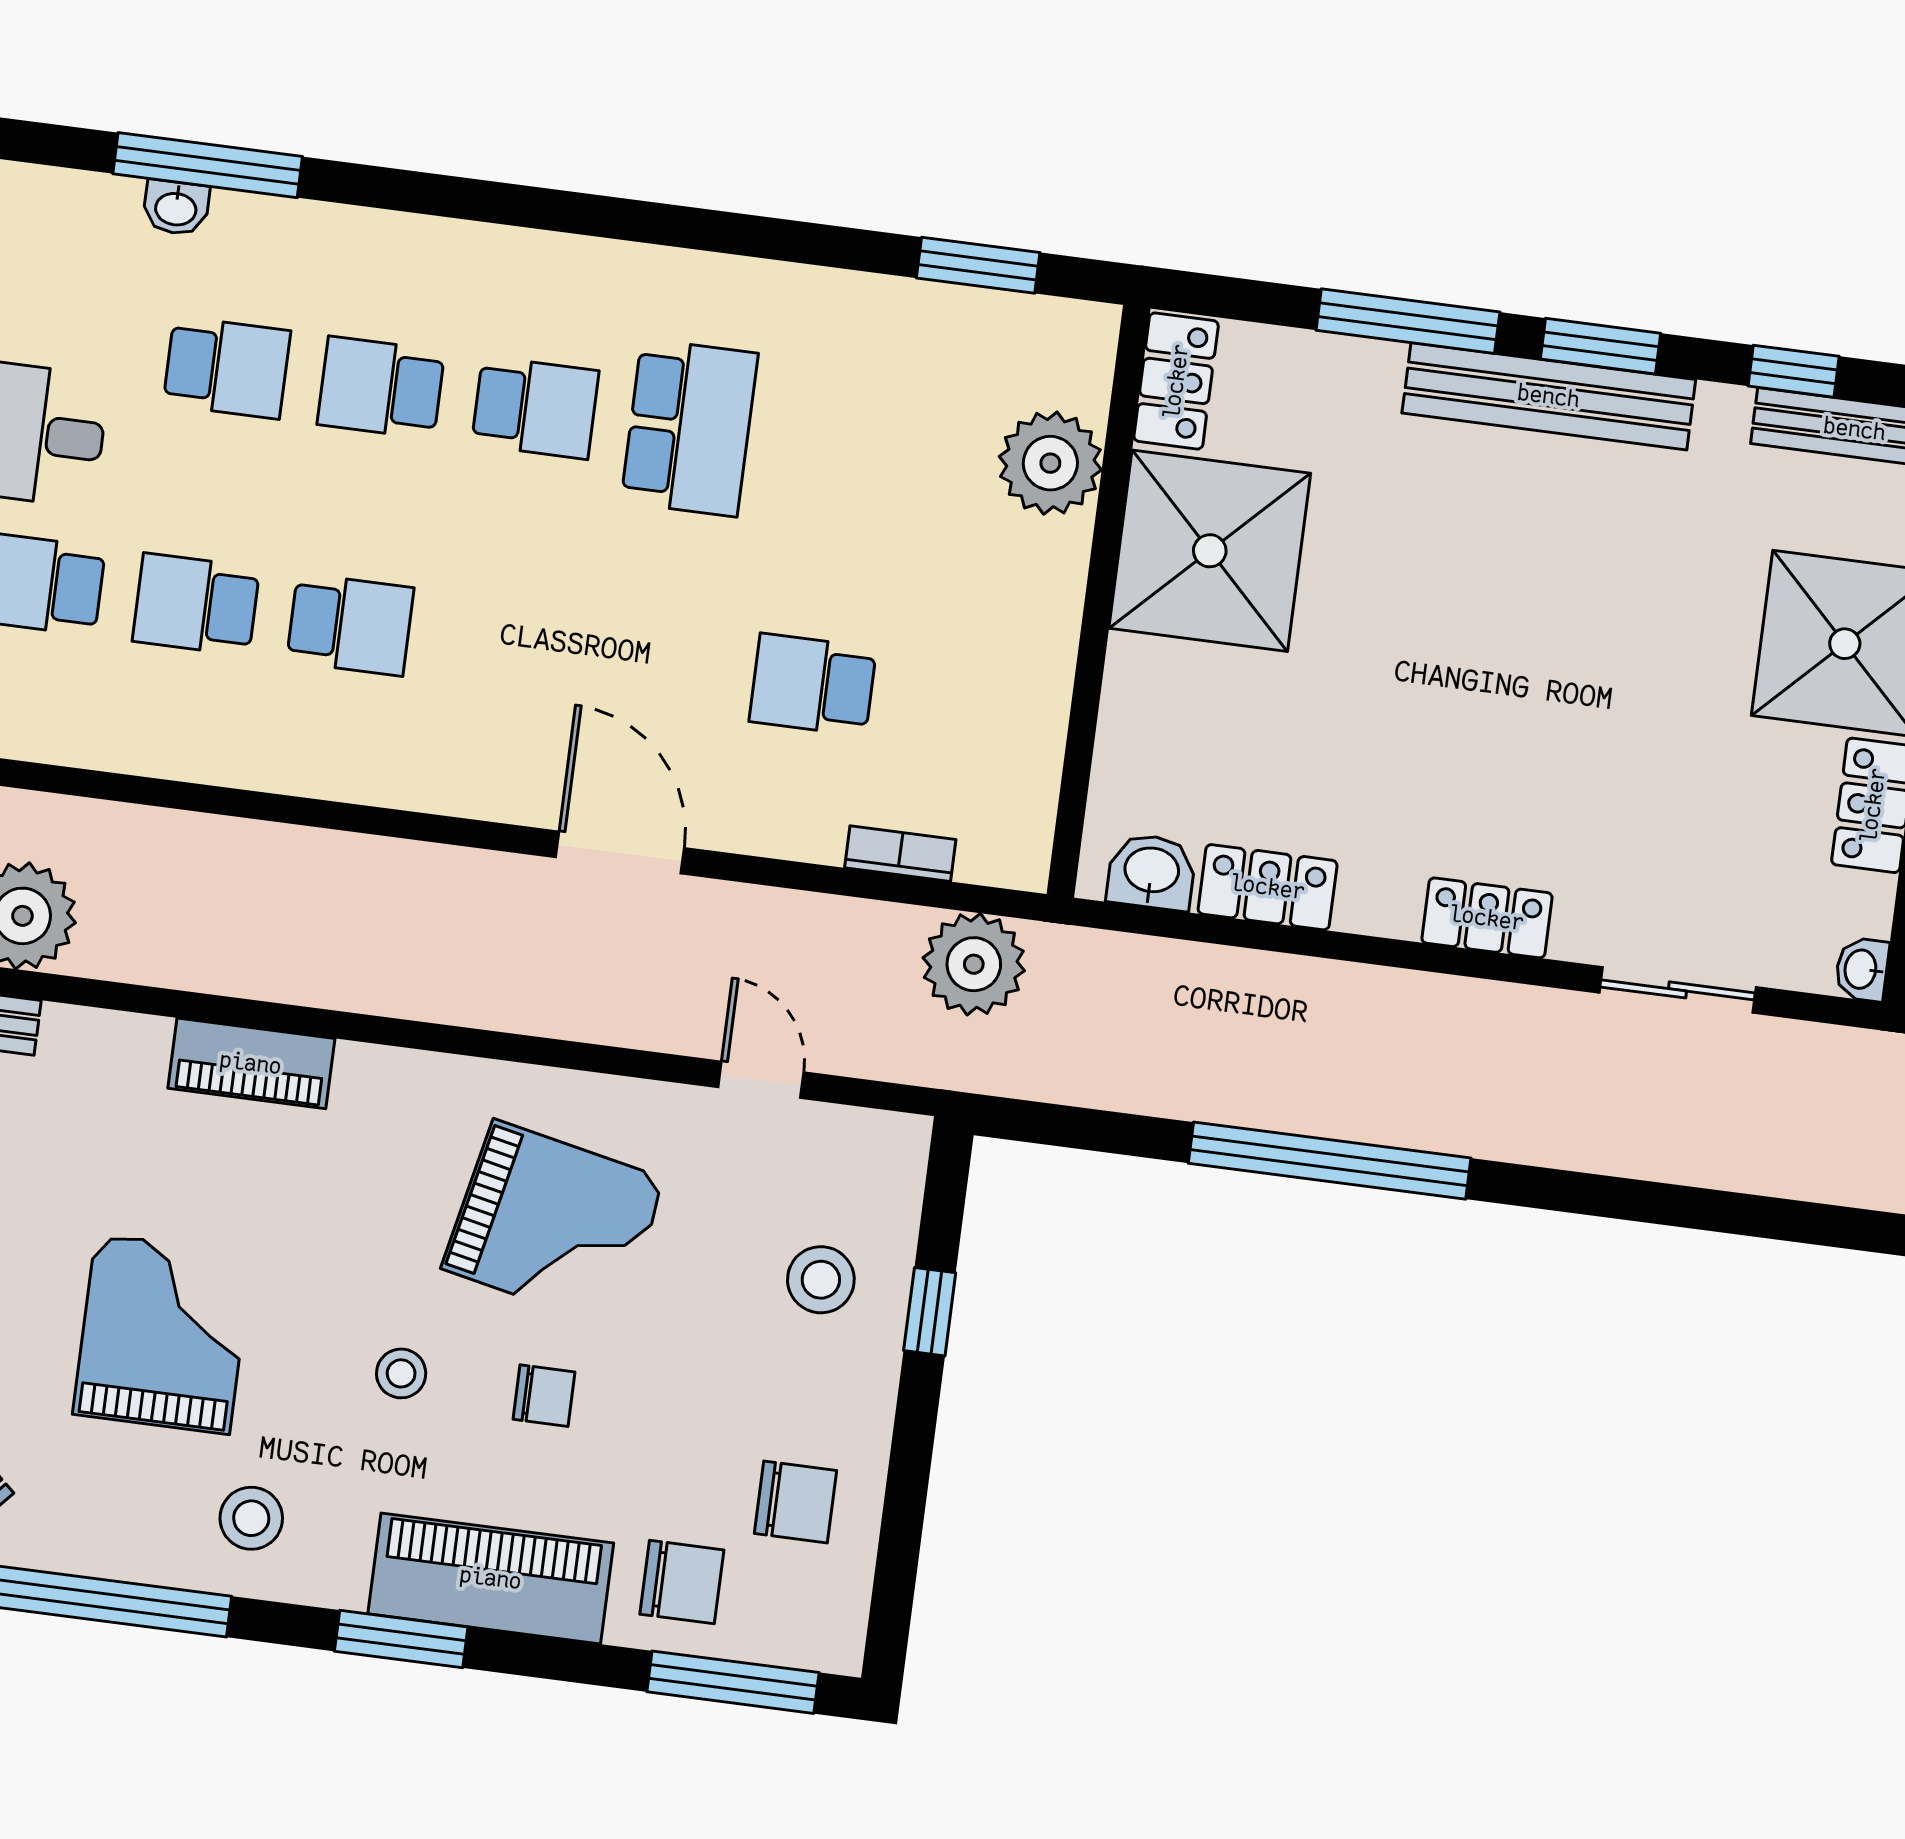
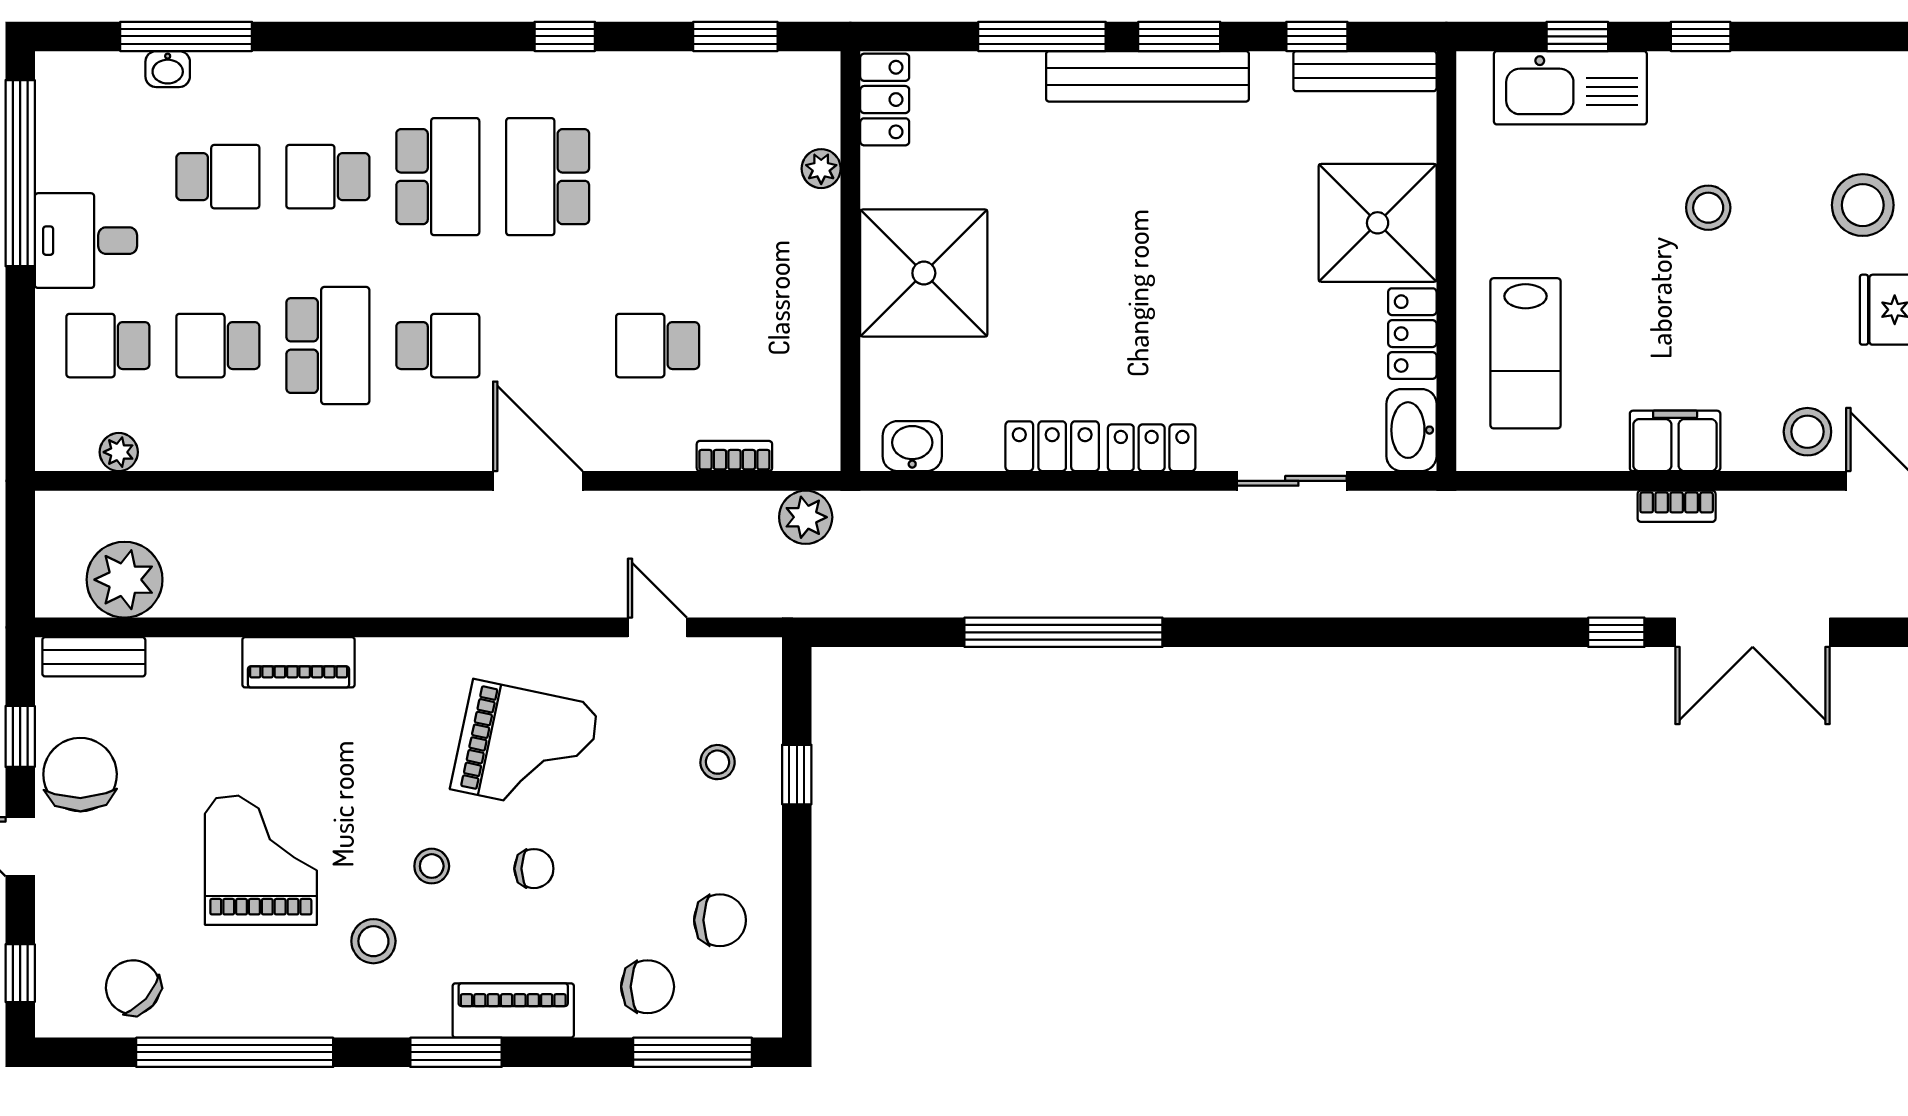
window: (739, 234) -> (565, 36), added
school desk: (535, 408) -> (438, 177), width x1.85
school desk: (689, 428) -> (548, 177), turned 180
plant: (1050, 463) -> (821, 169), width x0.53, depth x0.53
shower: (1210, 551) -> (924, 273), moved
school desk: (350, 625) -> (328, 346), width x1.85
school desk: (504, 645) -> (438, 346), added
plant: (38, 736) -> (119, 452), added
locker: (1268, 887) -> (1052, 446), moved
plant: (974, 964) -> (806, 517), width x0.73, depth x0.73
washbasin: (1862, 969) -> (1411, 430), width x1.91, depth x1.45
stool: (821, 1280) -> (718, 762), width x0.73, depth x0.73
stool: (251, 1518) -> (373, 941), moved
piano: (491, 1578) -> (513, 1010), width x0.73, depth x0.75

